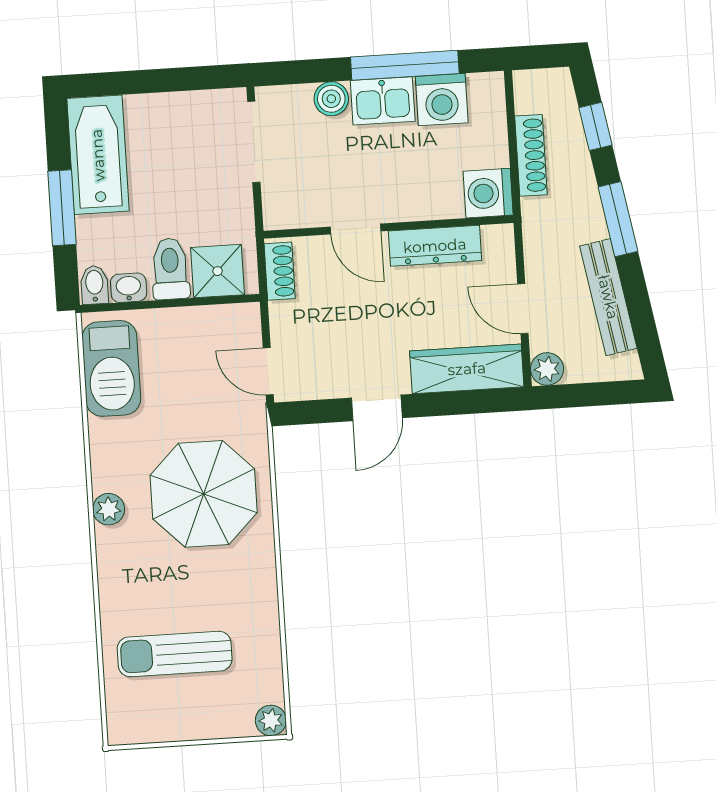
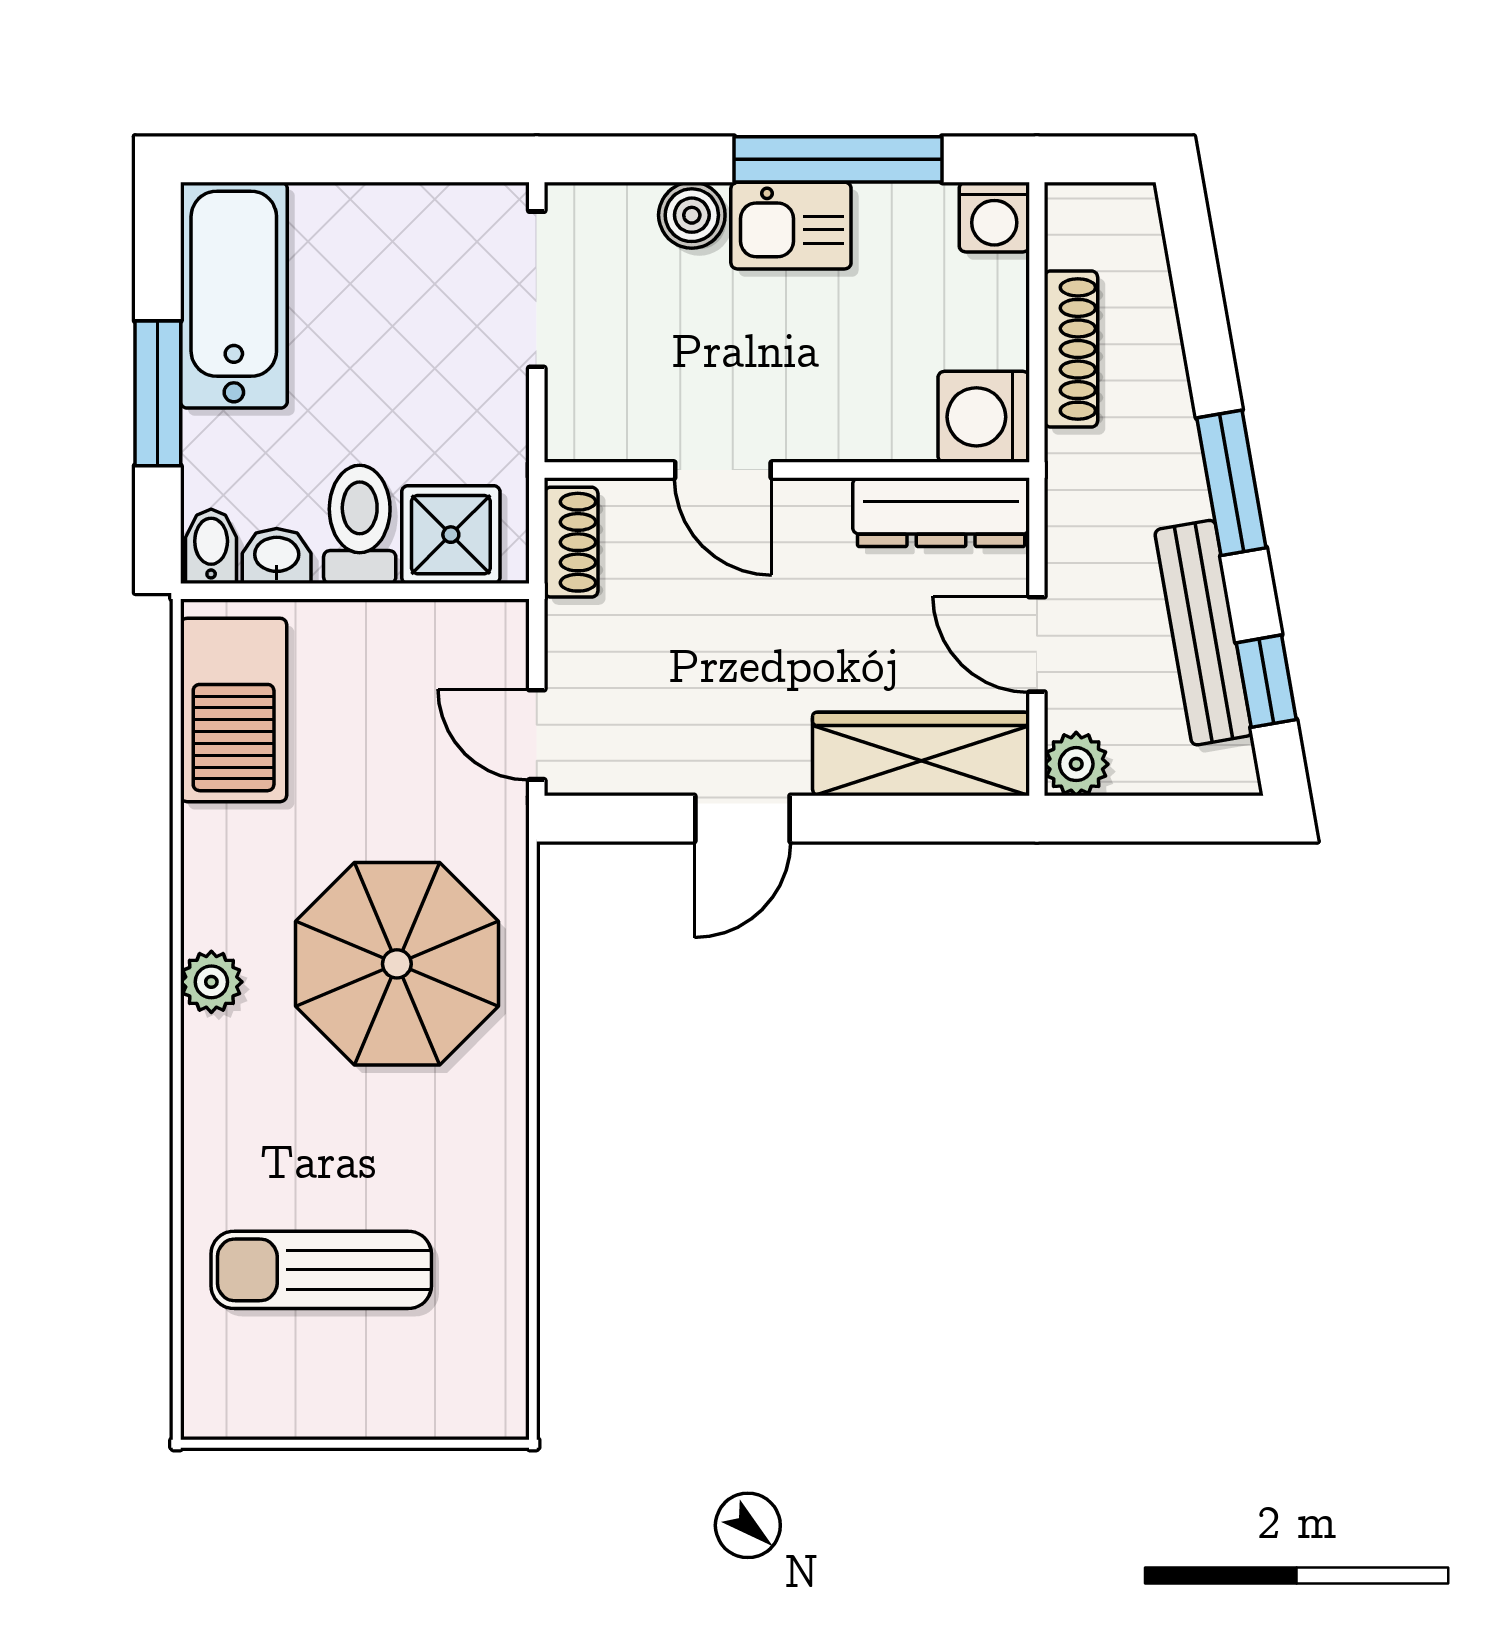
washing machine: (442, 100) -> (994, 217), moved, width x0.73, depth x0.73
window: (596, 126) -> (1266, 681), moved
dresser: (435, 246) -> (941, 512), moved
plant: (271, 720) -> (499, 1410), removed

